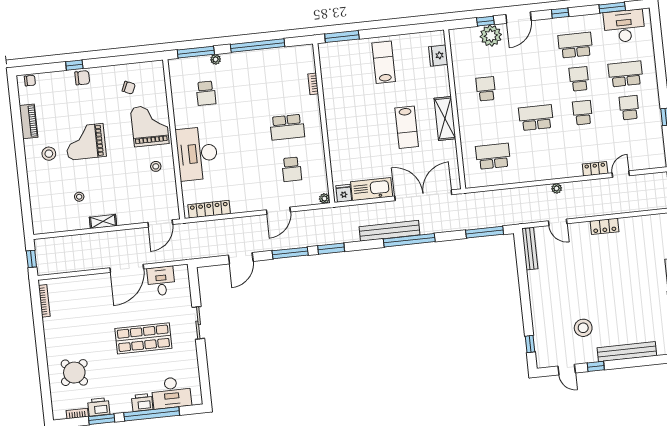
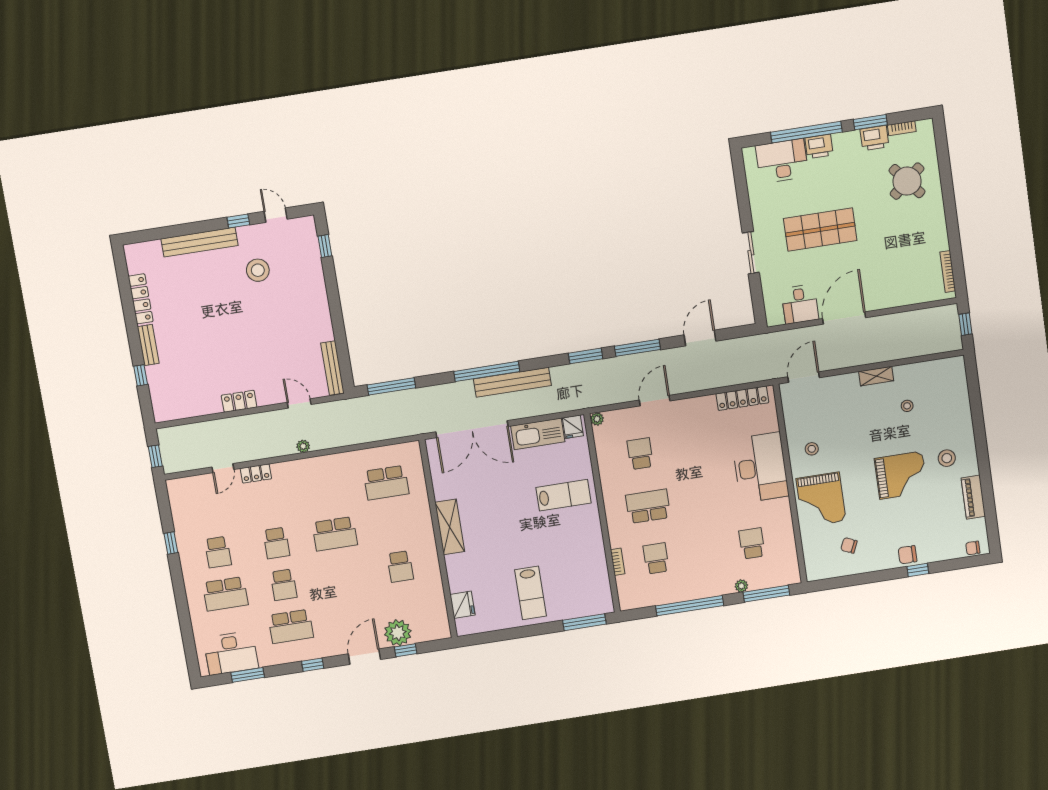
school desk: (283, 85) -> (656, 558), added
lab bench: (407, 127) -> (564, 495), moved, turned 90

